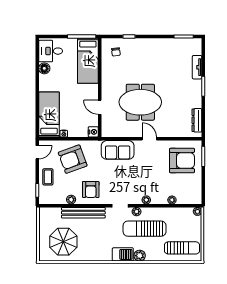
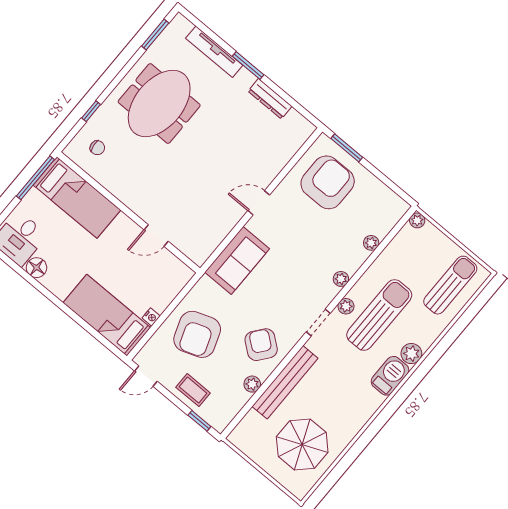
tv unit: (197, 67) -> (214, 52), width x1.41
meeting table: (140, 102) -> (159, 104), moved
dresser: (197, 120) -> (270, 99), moved
nightstand: (93, 132) -> (183, 274), removed
door: (37, 152) -> (146, 376), swing flipped
armchair: (91, 189) -> (261, 345), turned -142
sun lounger: (145, 229) -> (379, 315), turned 180

